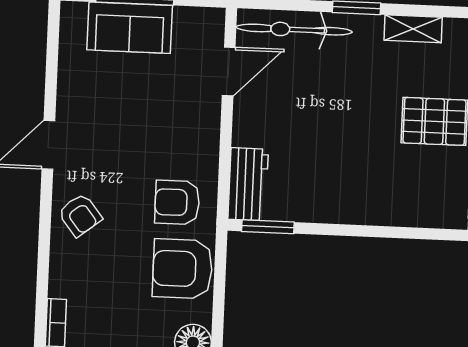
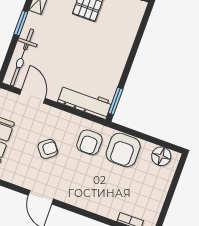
workbench: (248, 184) -> (85, 102), width x1.38
armchair: (80, 215) -> (48, 149), moved

